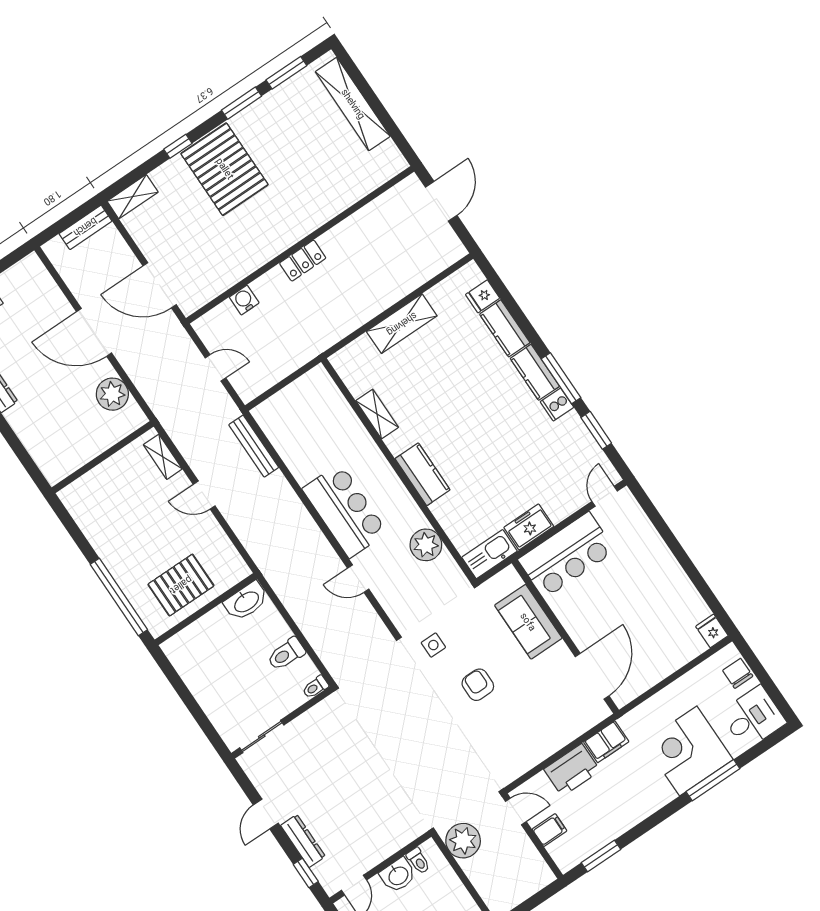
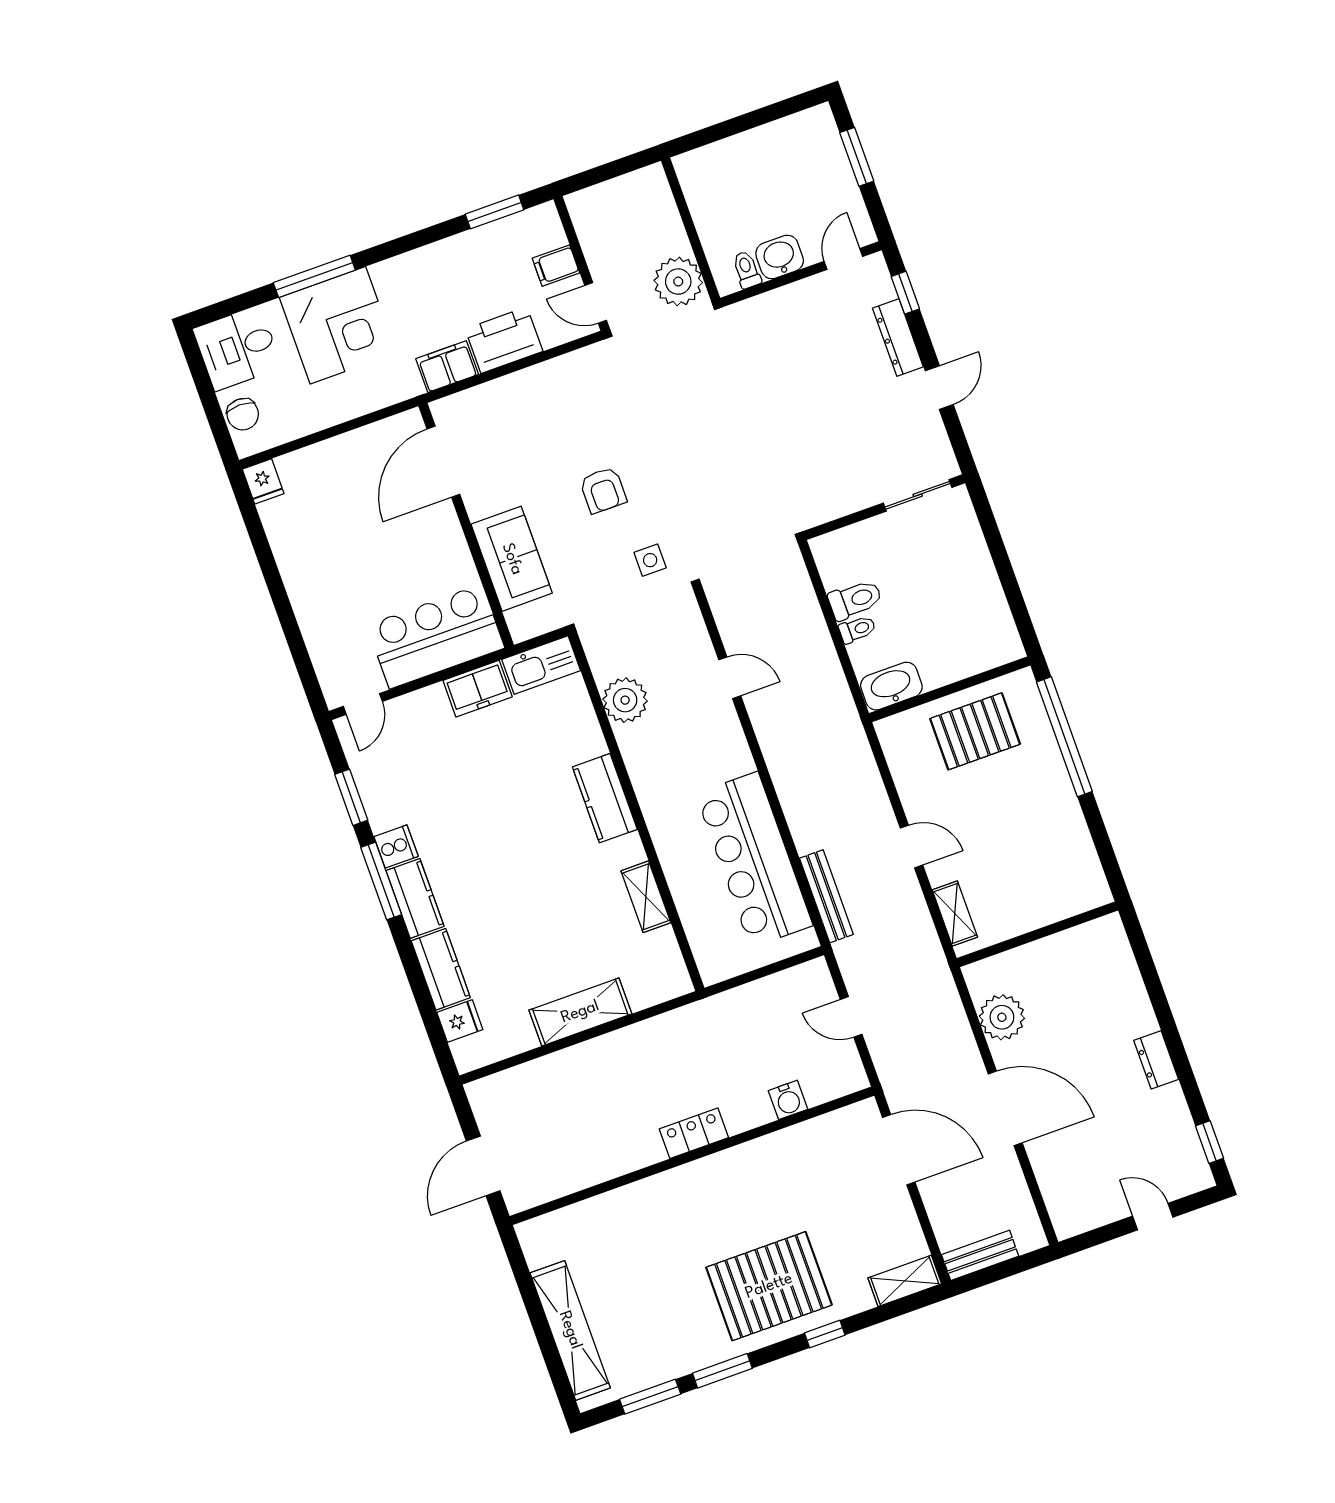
pallet: (225, 169) -> (769, 1286), turned 90
bar counter: (345, 511) -> (754, 860), moved, width x1.36
toilet: (315, 687) -> (857, 629), moved

